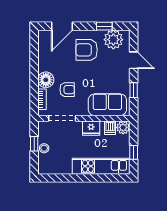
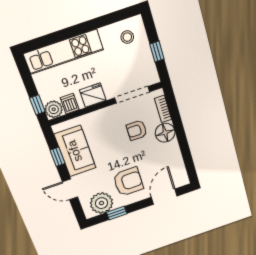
sofa: (107, 105) -> (75, 151), moved, turned -90
stool: (44, 148) -> (127, 37), moved
window: (134, 152) -> (37, 105), moved

